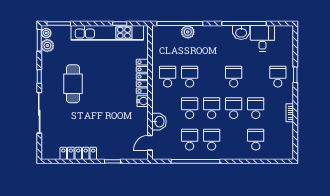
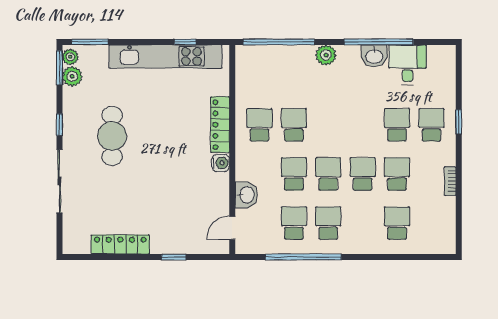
plant: (188, 32) -> (326, 55), moved
school desk: (234, 77) -> (397, 125), moved

